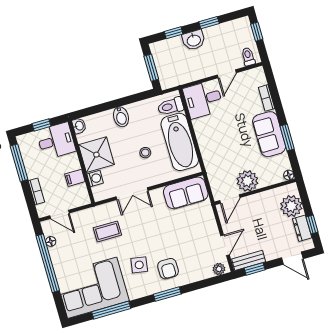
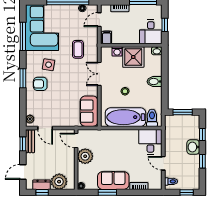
filing cabinet: (75, 178) -> (107, 38), moved

